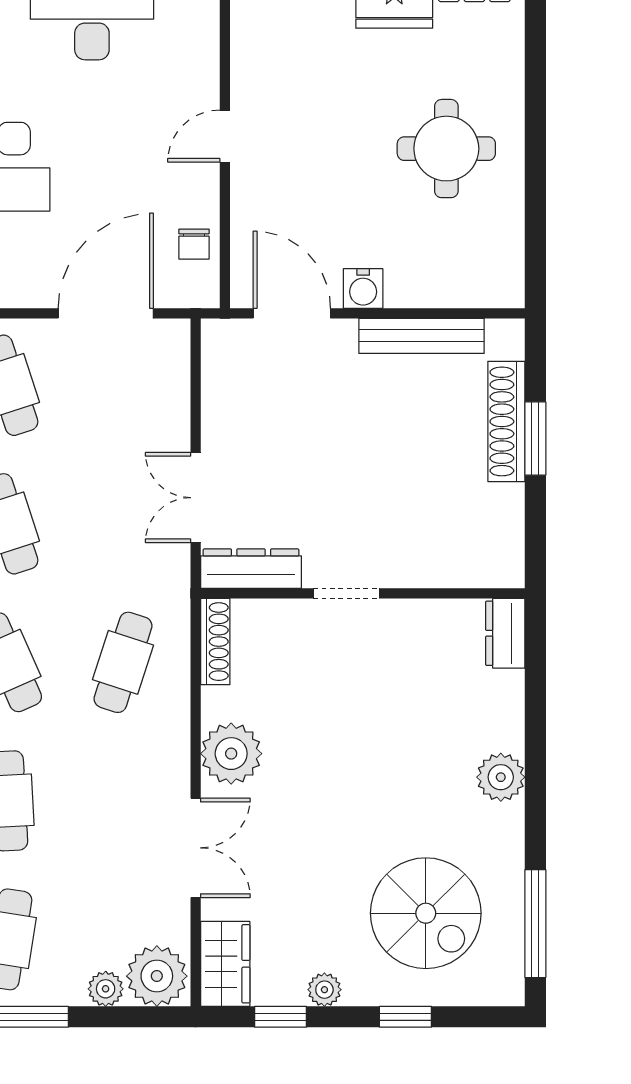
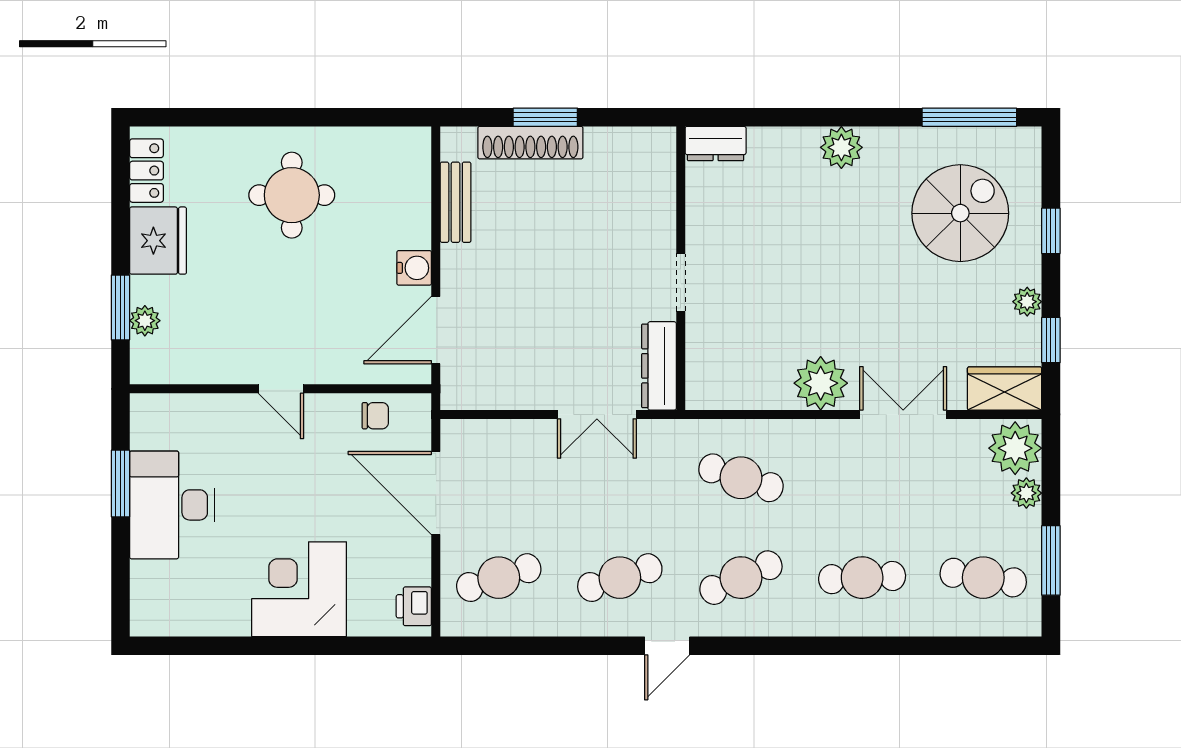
bench: (421, 336) -> (456, 202), width x0.73
shoe rack: (215, 642) -> (723, 397), removed

